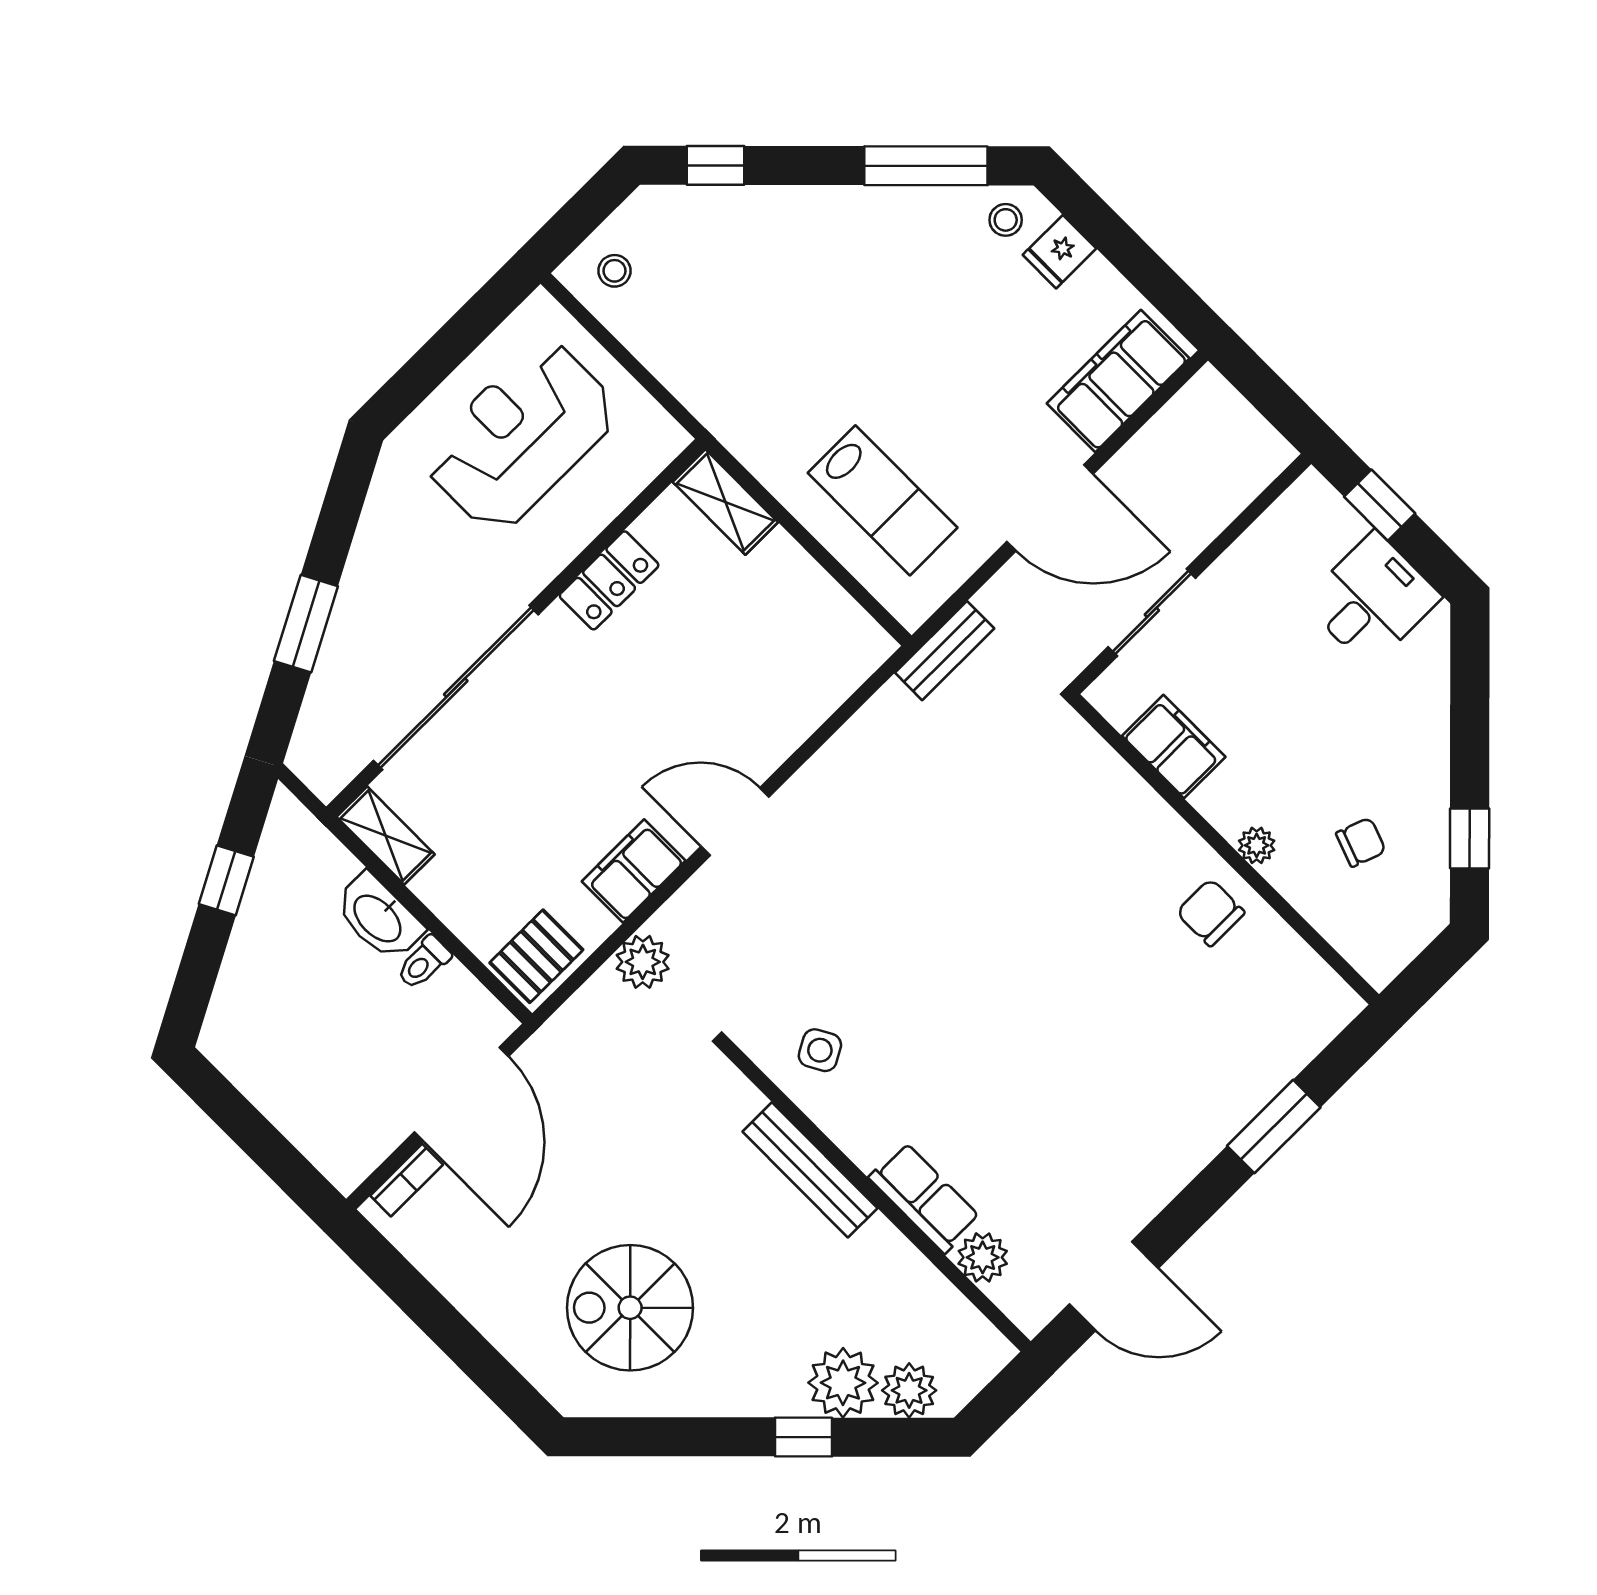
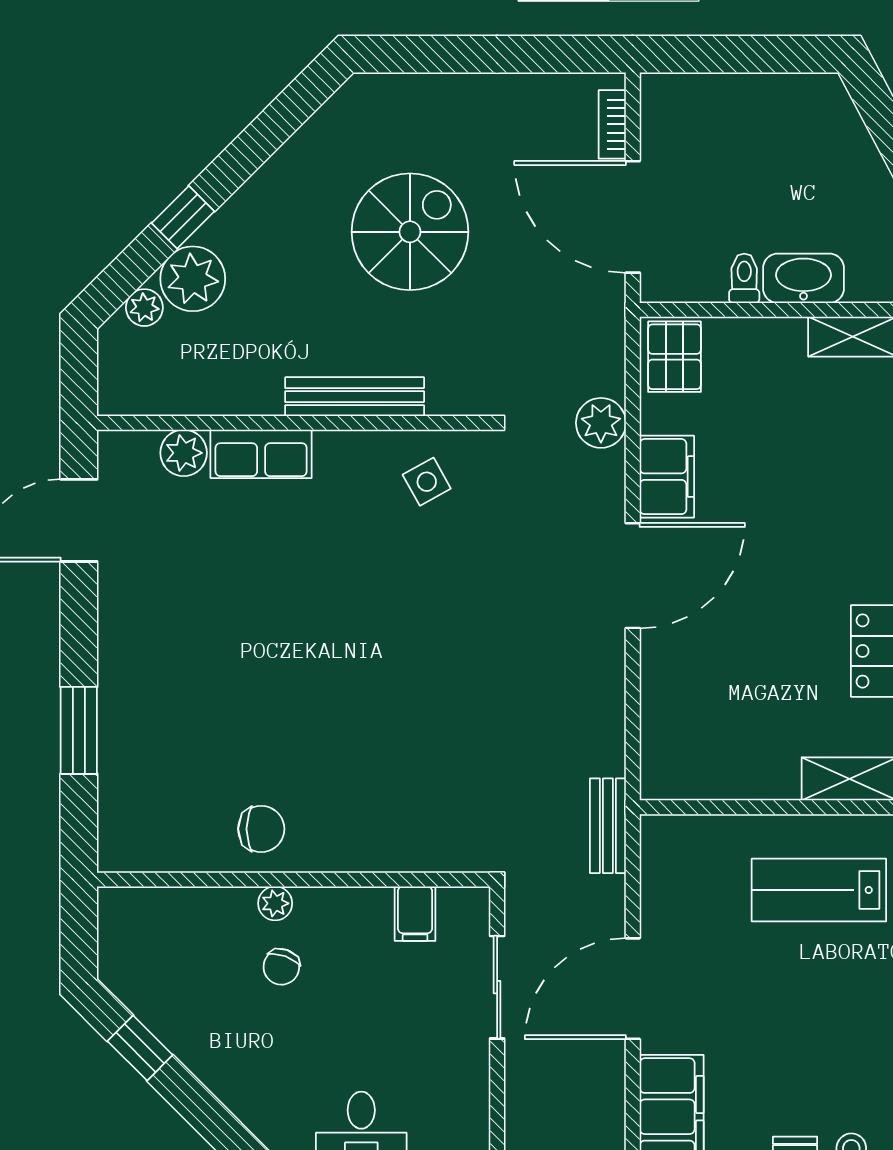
lab bench: (883, 500) -> (819, 890), moved
filing cabinet: (1174, 746) -> (415, 914), width x0.50
door: (735, 822) -> (633, 576), width x1.36
chair: (1361, 842) -> (281, 967), moved
spiral stairs: (630, 1308) -> (410, 232), moved
plant: (909, 1390) -> (144, 308), width x0.73, depth x0.73

